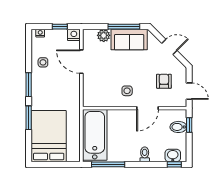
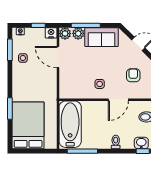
window: (124, 27) -> (86, 25), moved
plant: (89, 36) -> (65, 34), added
window: (29, 85) -> (10, 50), moved

